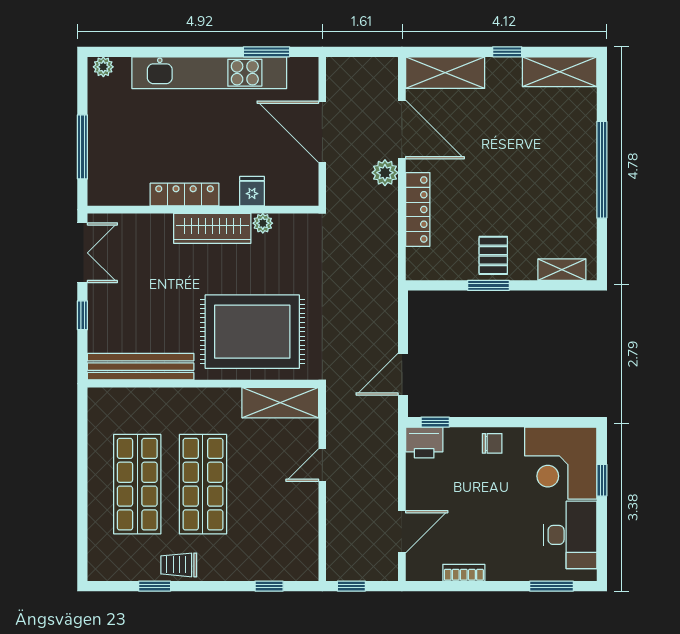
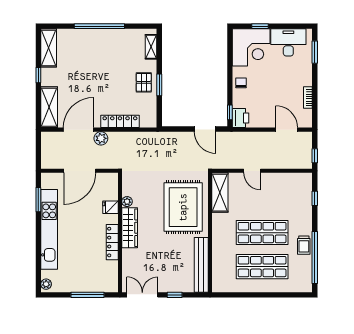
pallet: (493, 255) -> (144, 82), turned 90
window: (155, 586) -> (315, 258), width x3.17

